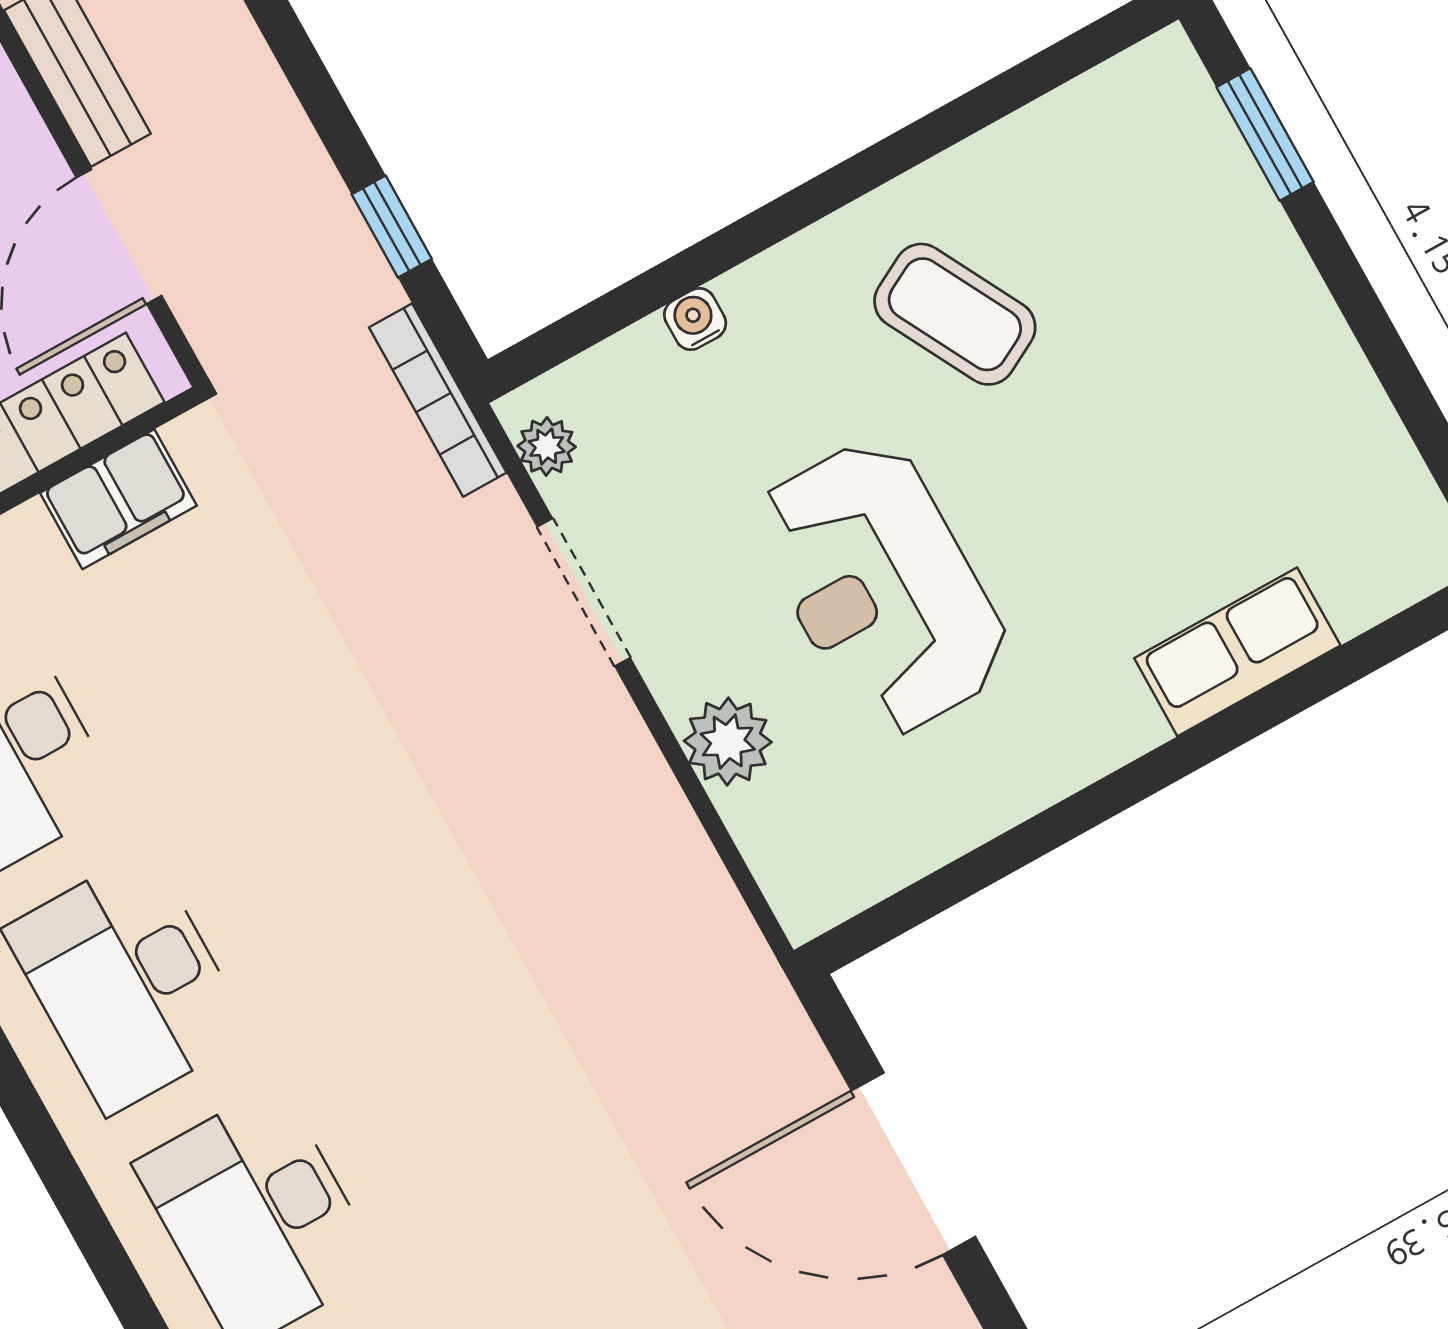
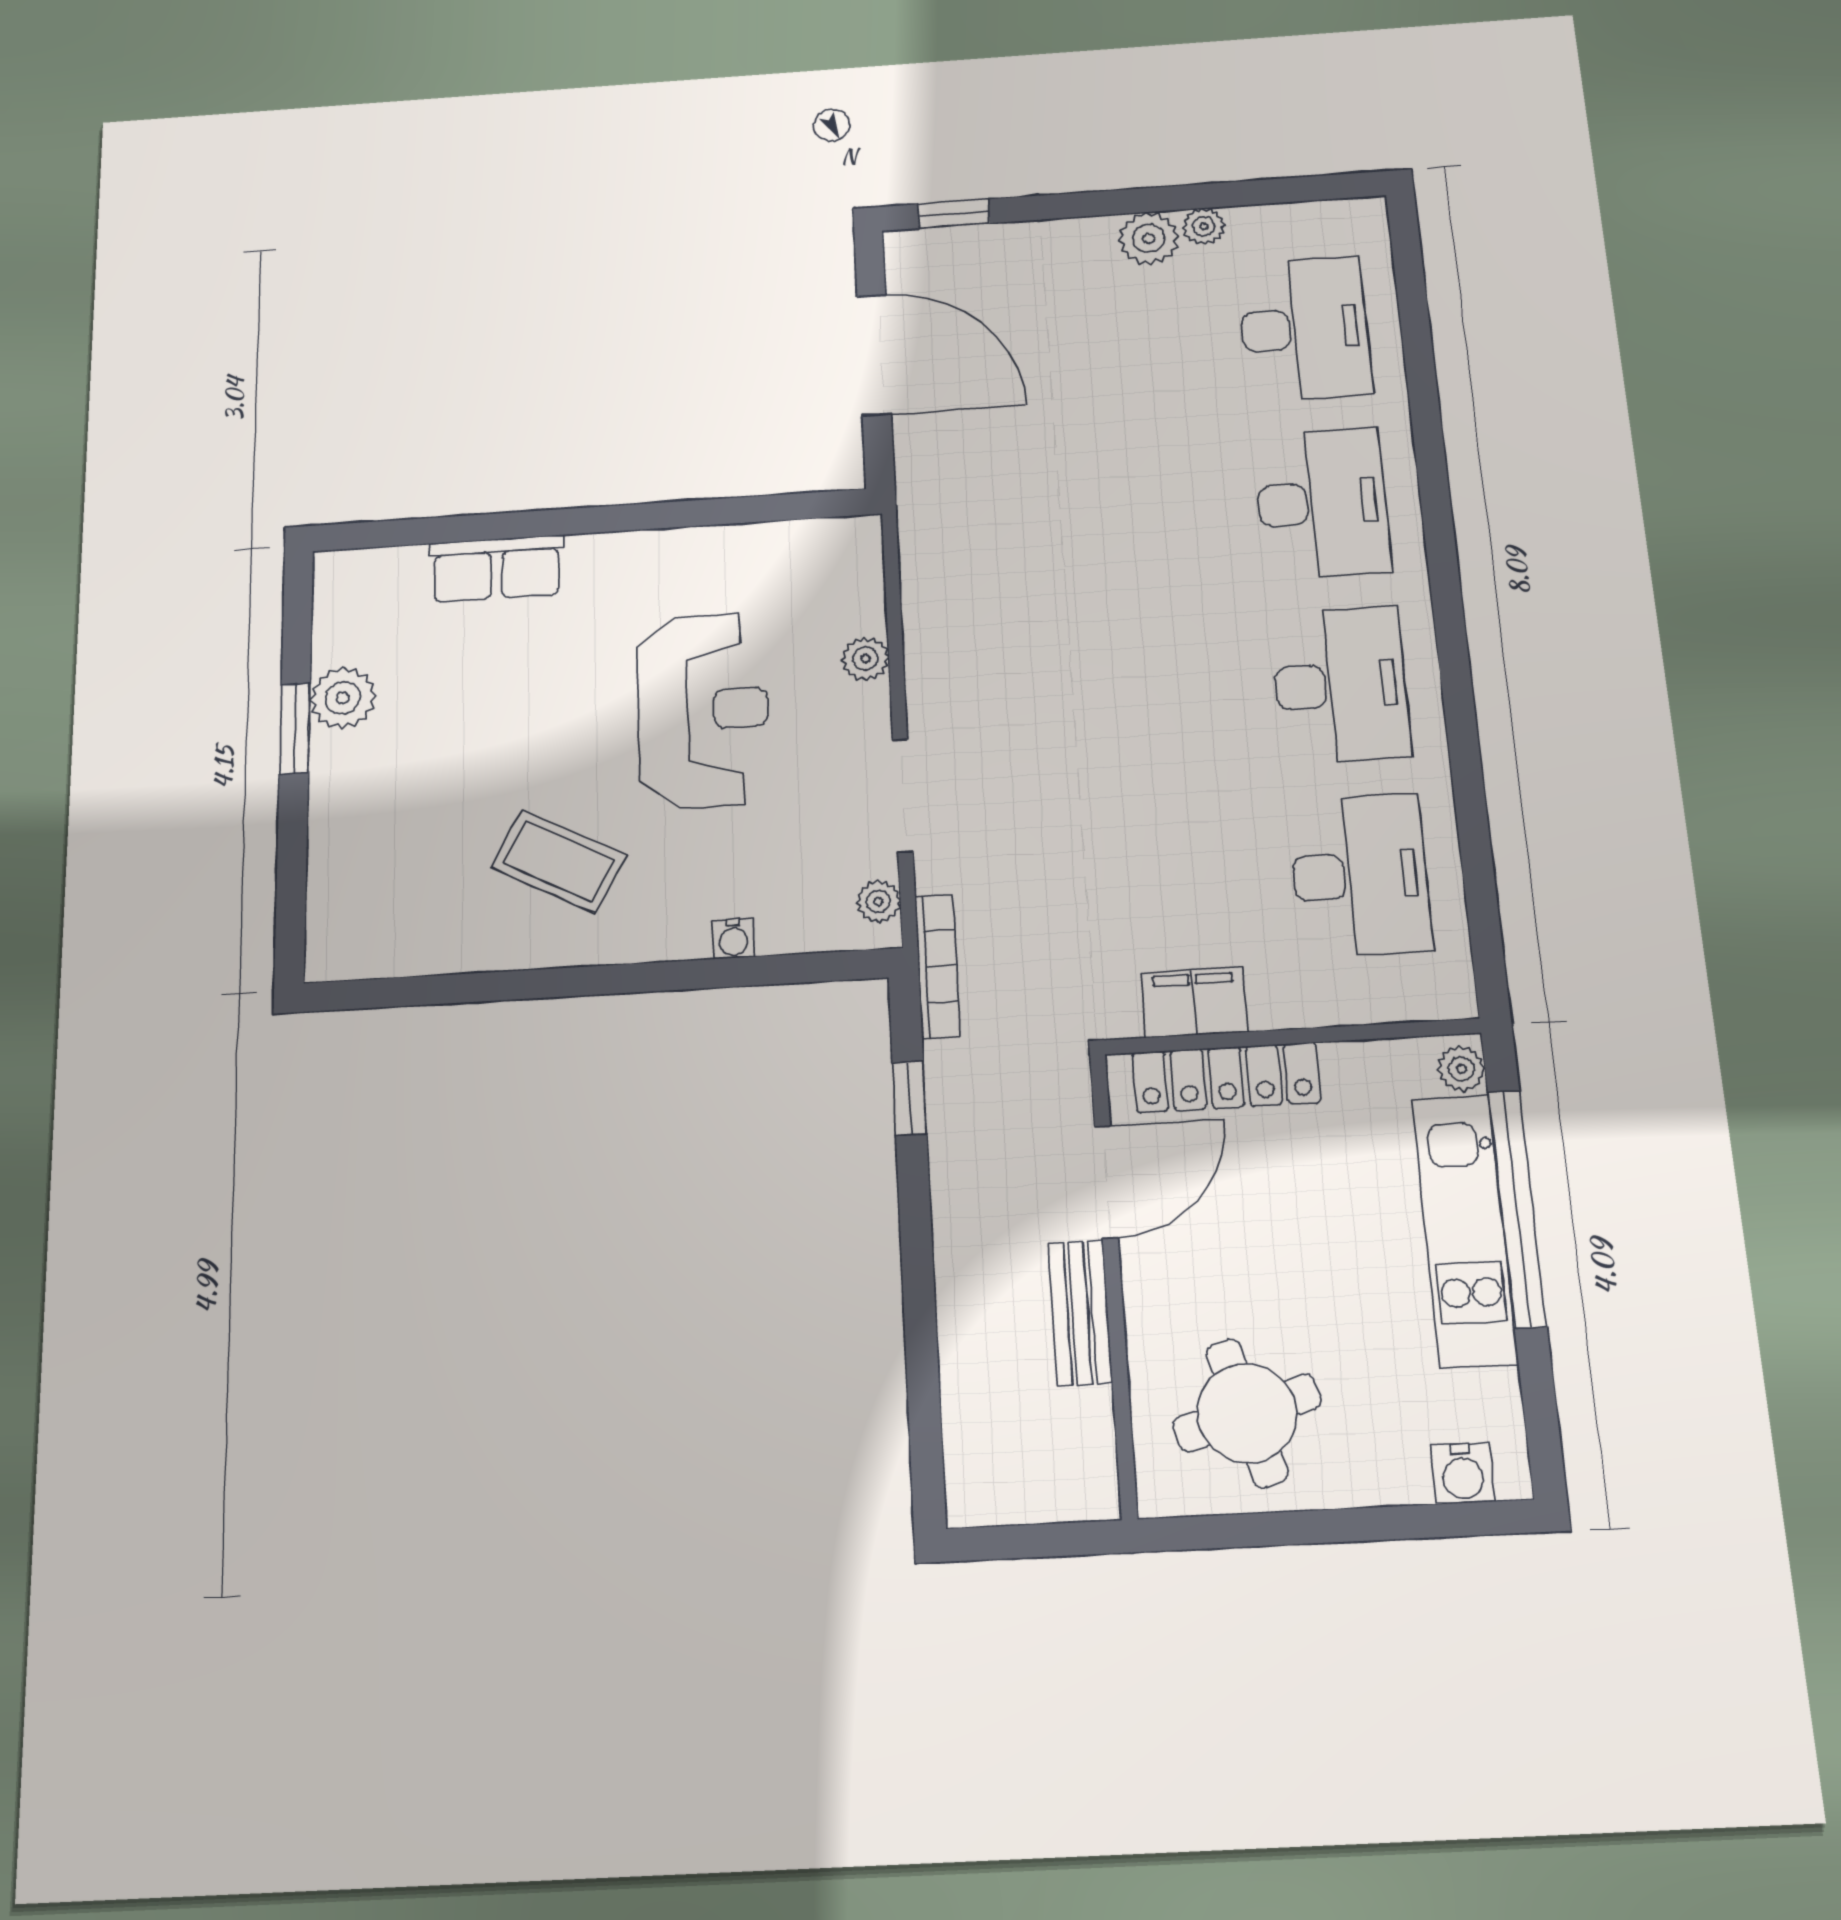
window: (1265, 135) -> (295, 728), moved
coffee table: (955, 314) -> (559, 861), turned -34
plant: (1335, 394) -> (343, 698), added
plant: (728, 742) -> (865, 659), width x0.73, depth x0.73

